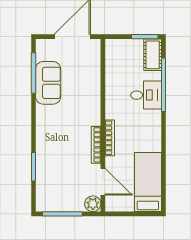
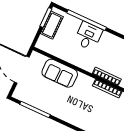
cot: (153, 55) -> (52, 25), moved, turned 90
sofa: (48, 83) -> (60, 73), moved, turned 180

